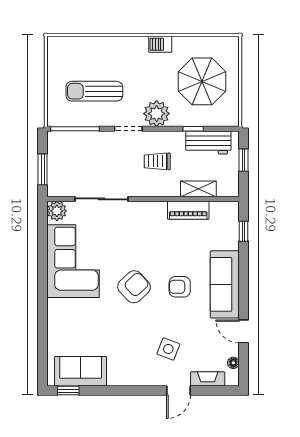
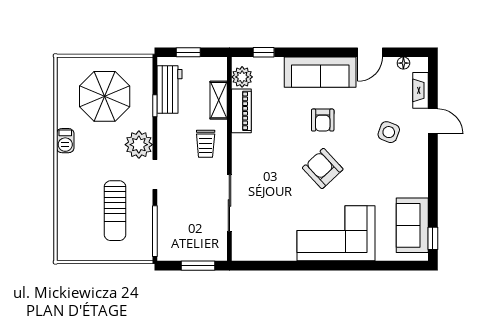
trolley: (157, 161) -> (206, 144), moved
plant: (57, 211) -> (242, 77), moved
corner sofa: (73, 261) -> (336, 233), moved

